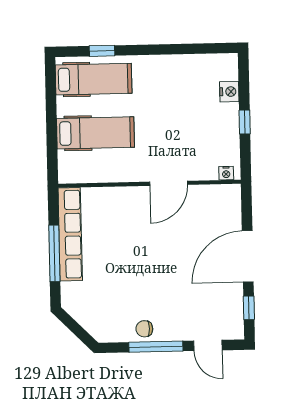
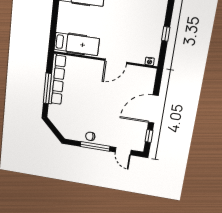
nightstand: (229, 92) -> (160, 15), removed
hospital bed: (95, 133) -> (77, 44), moved

